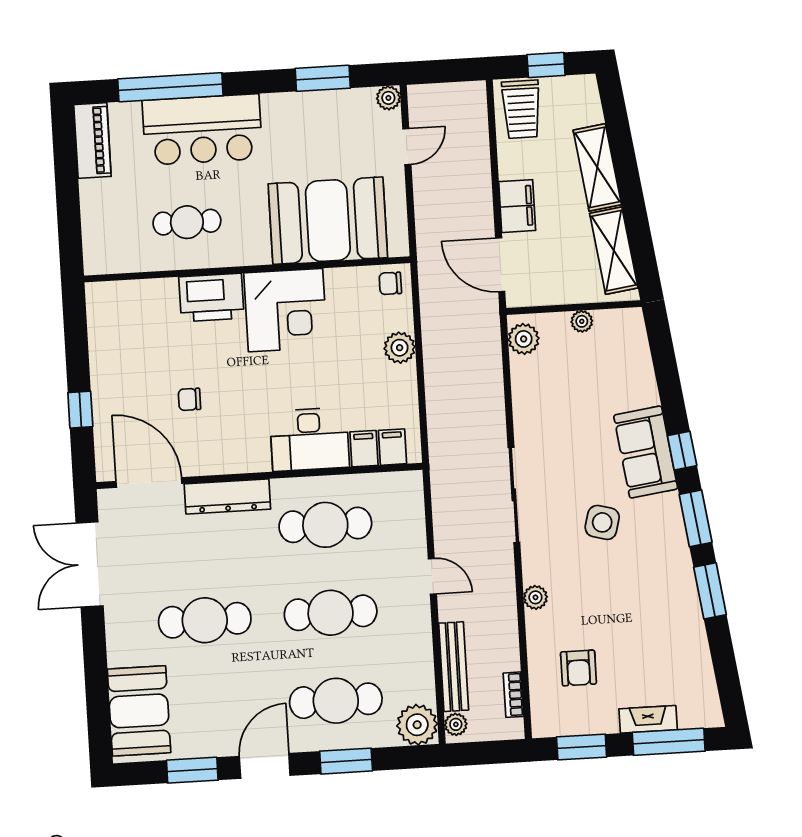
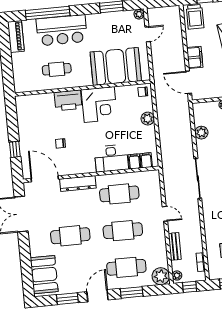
plant: (524, 339) -> (201, 133), moved
plant: (535, 597) -> (208, 221), removed
bench: (454, 667) -> (175, 246), width x0.73
window: (485, 753) -> (190, 287), added

